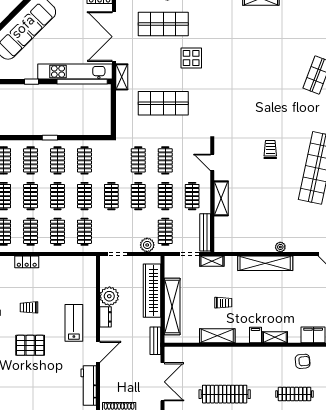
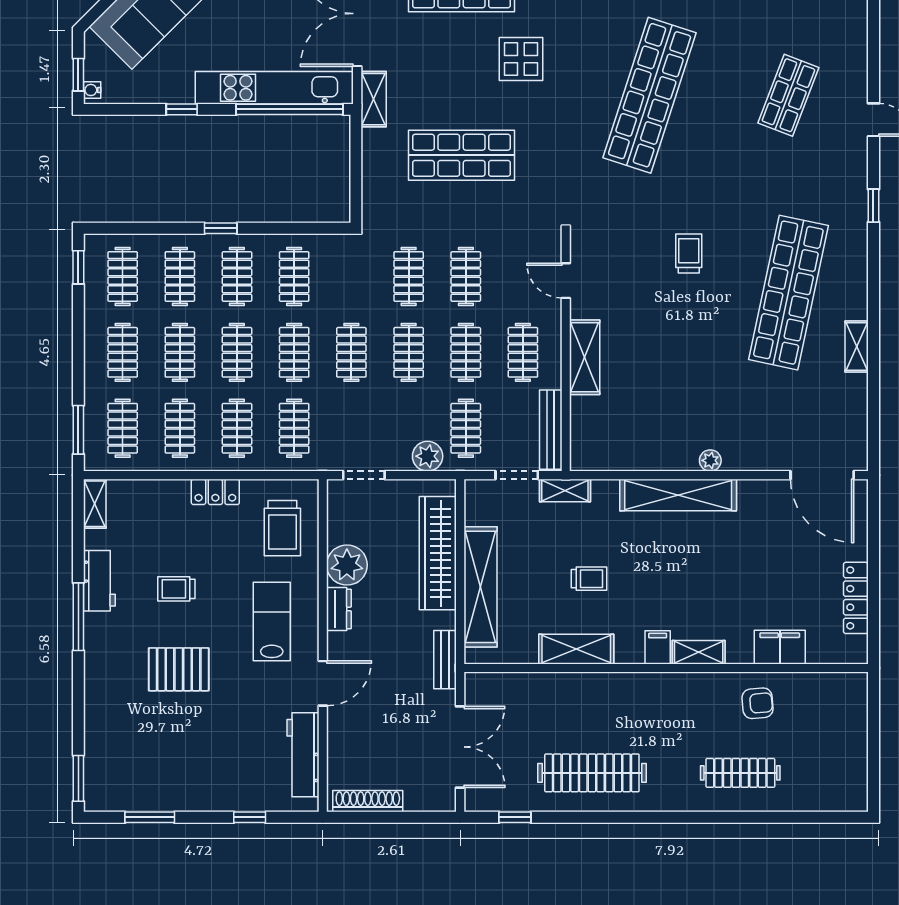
shop shelf: (252, 75) -> (650, 95), added
locker: (27, 262) -> (215, 492), moved
trolley: (79, 279) -> (282, 528), added

